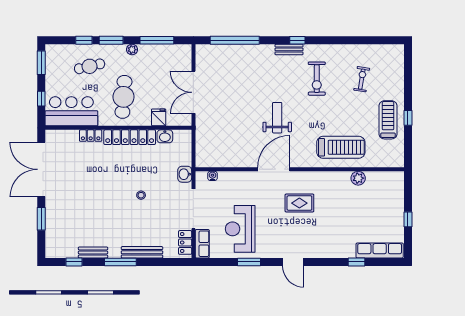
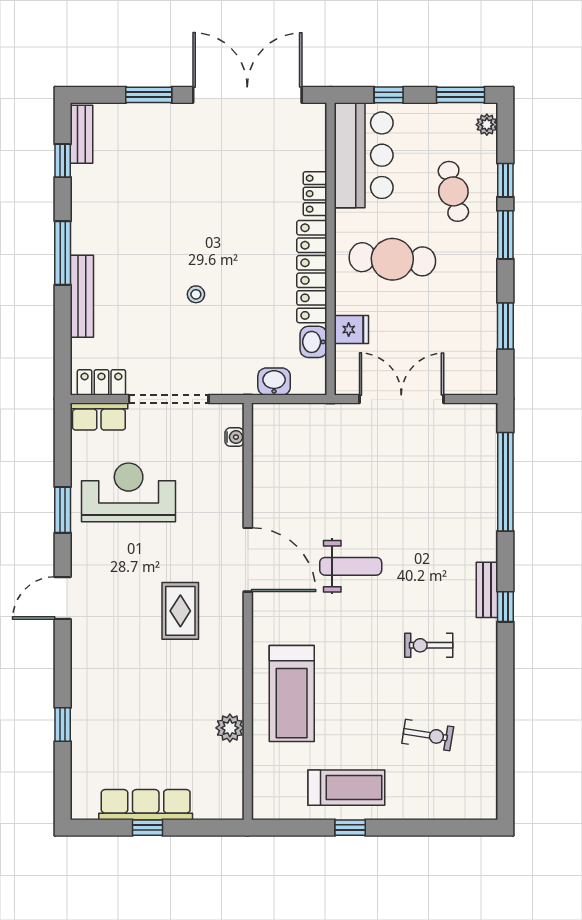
window: (157, 40) -> (505, 326), width x0.69
plant: (132, 50) -> (487, 125), moved
exercise bike: (317, 79) -> (429, 645), width x0.73, depth x0.72
washbasin: (185, 174) -> (274, 382), moved
row of seats: (380, 250) -> (146, 805), moved, turned -90
bench: (93, 252) -> (82, 134), moved

